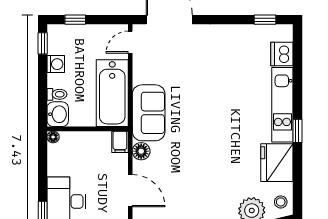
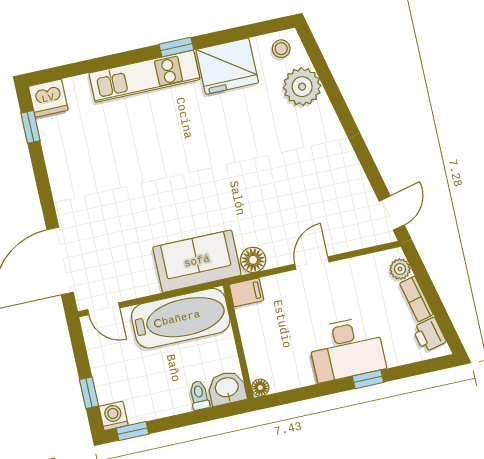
dishwasher: (282, 54) -> (48, 98), moved
washing machine: (56, 64) -> (113, 416), moved
door: (130, 191) -> (312, 263), width x0.73

